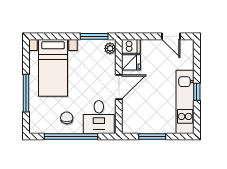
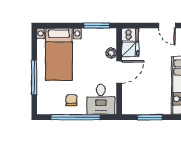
plant: (110, 48) -> (111, 53), moved

